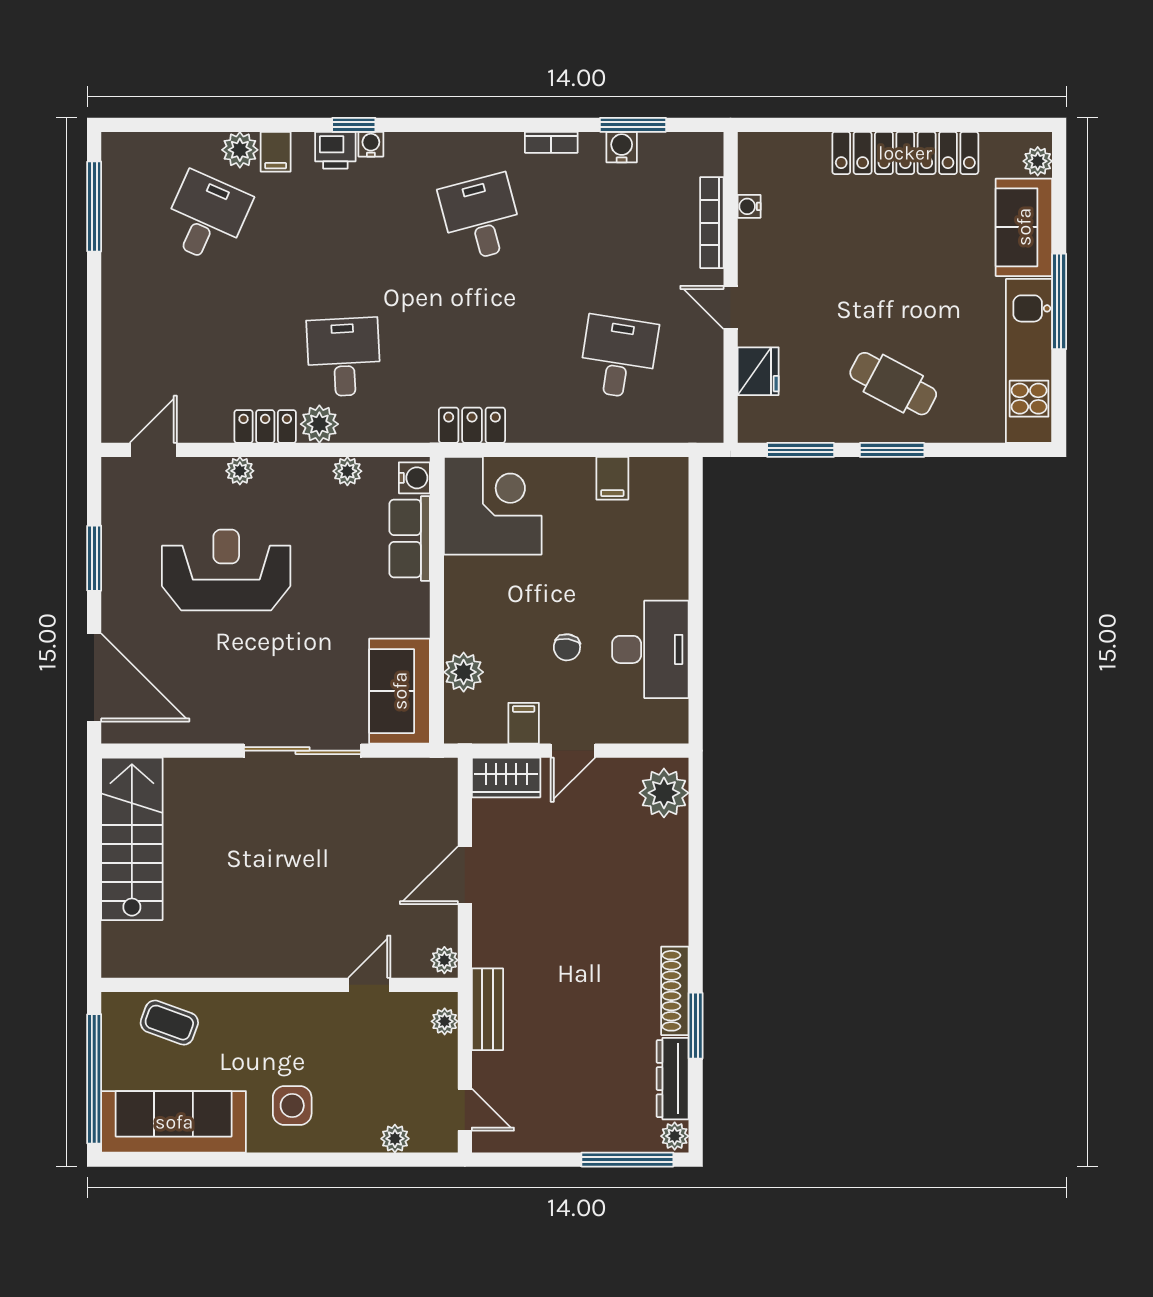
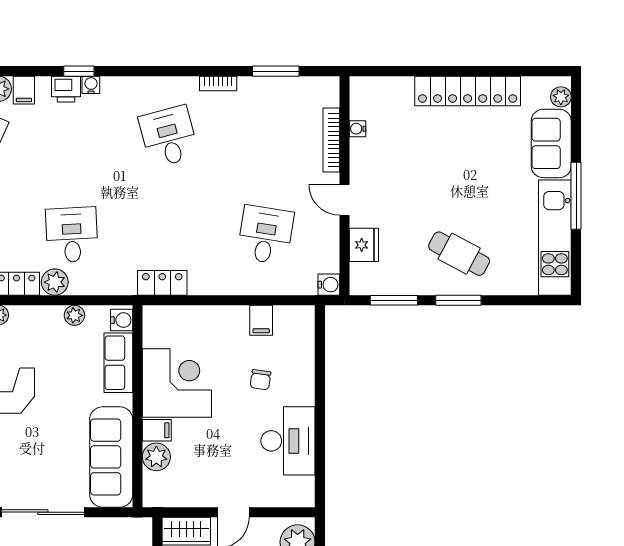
water cooler: (622, 147) -> (329, 285), moved, turned 90
corner desk: (493, 506) -> (177, 383), moved
chair: (567, 647) -> (260, 380), moved
sofa: (400, 691) -> (111, 457), width x1.36
filing cabinet: (524, 723) -> (157, 430), moved, turned 90

